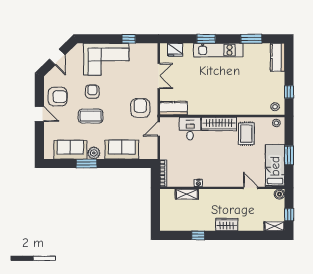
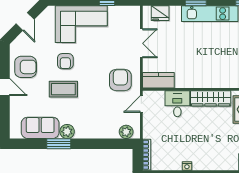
armchair: (92, 92) -> (65, 61), turned 180
sofa: (122, 150) -> (99, 128), removed
plant: (145, 153) -> (126, 132), added

